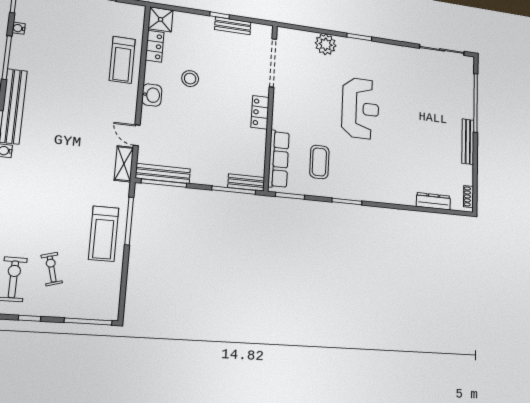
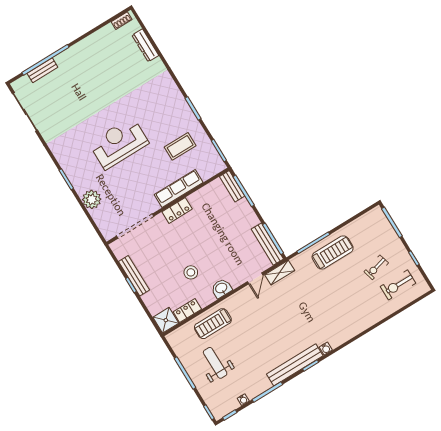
bench: (233, 26) -> (134, 276), width x1.36
weight bench: (80, 31) -> (215, 363), added
treadmill: (122, 60) -> (213, 324), turned 180
bench: (468, 142) -> (42, 70), moved, width x0.73
row of seats: (279, 159) -> (179, 189), moved

